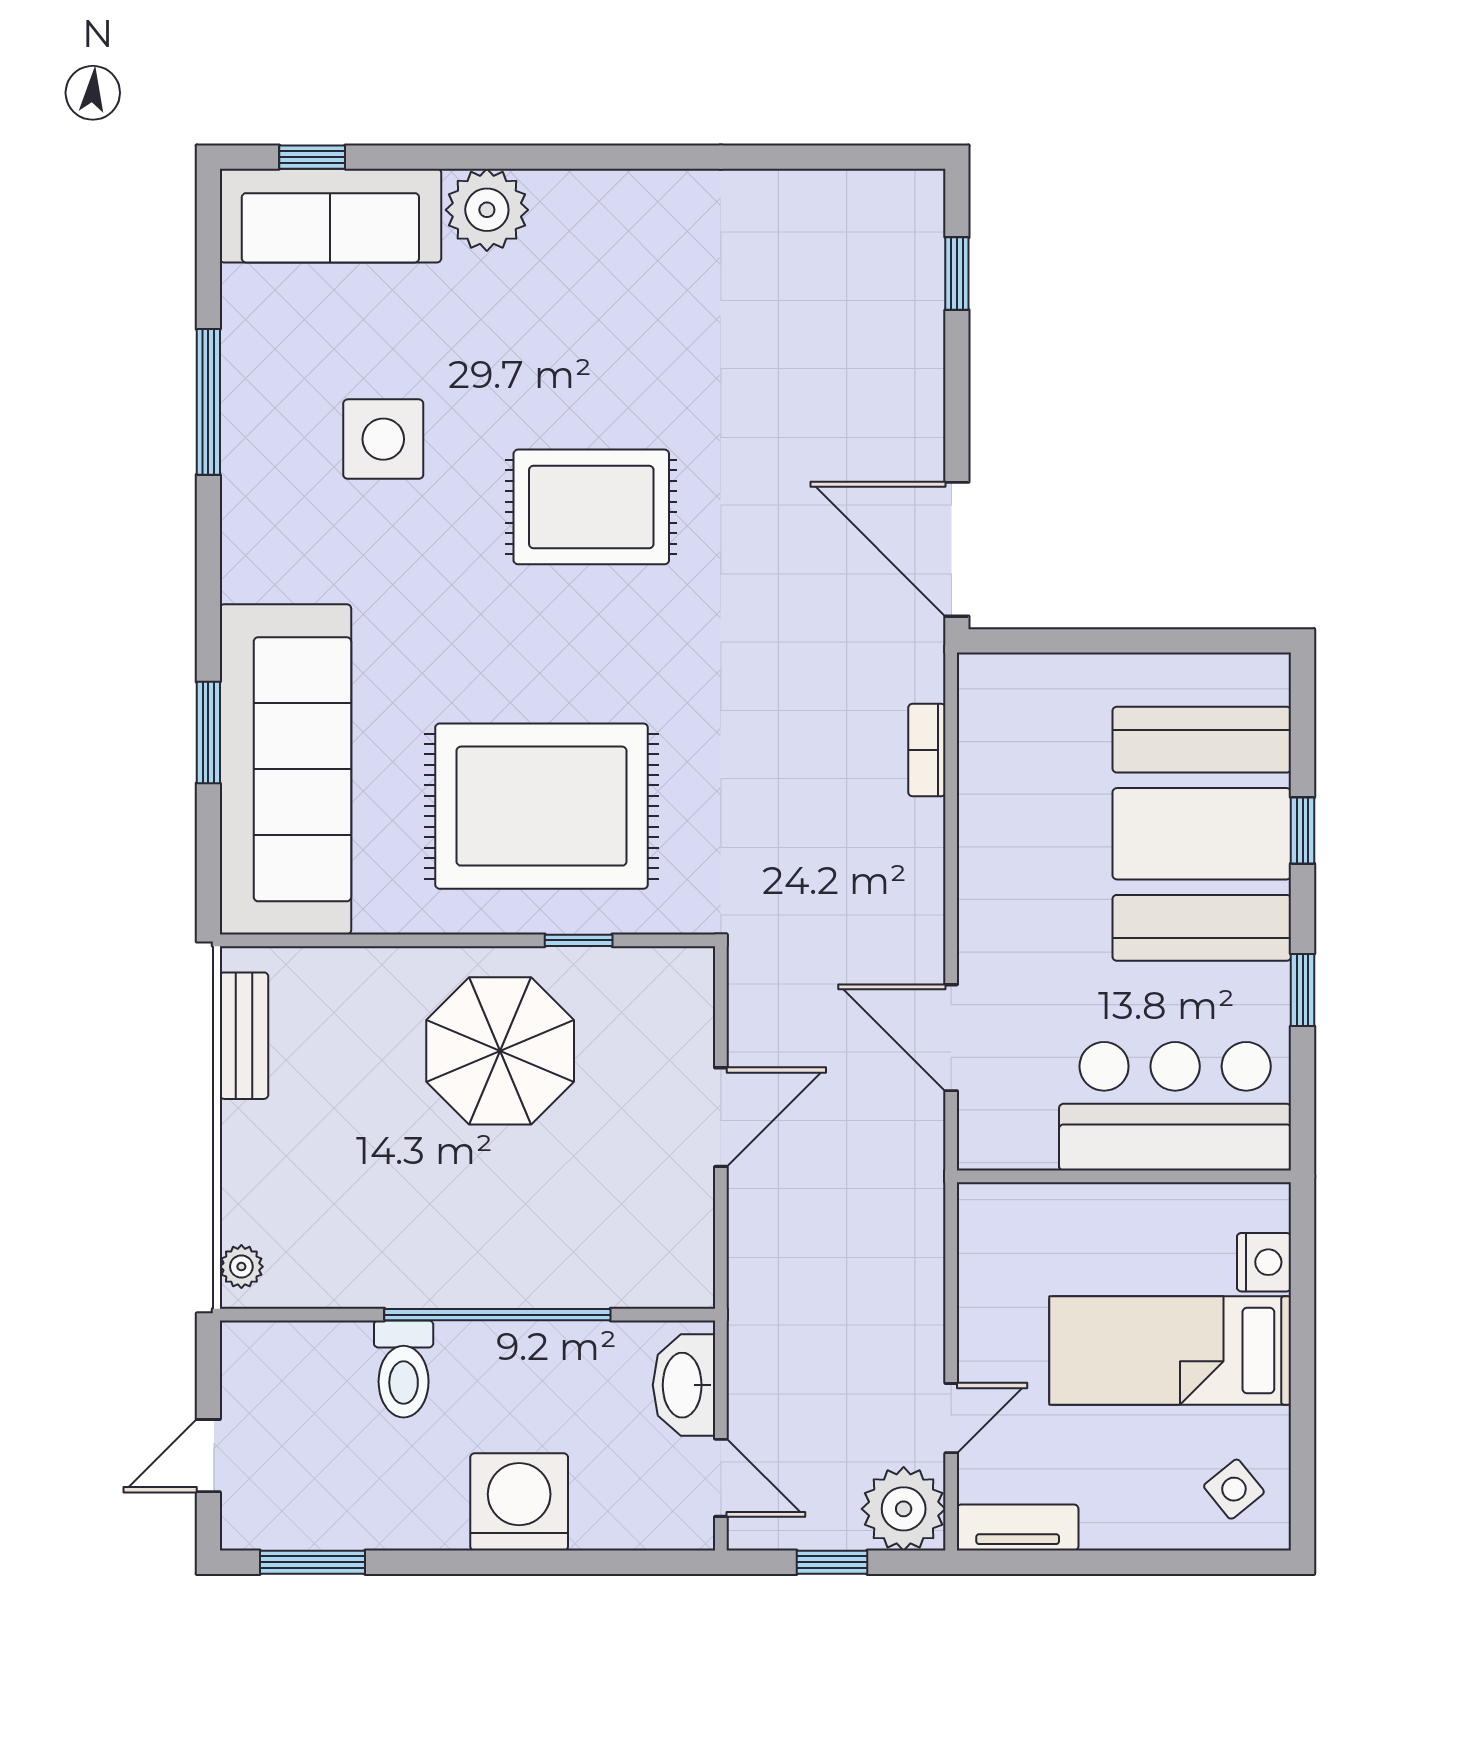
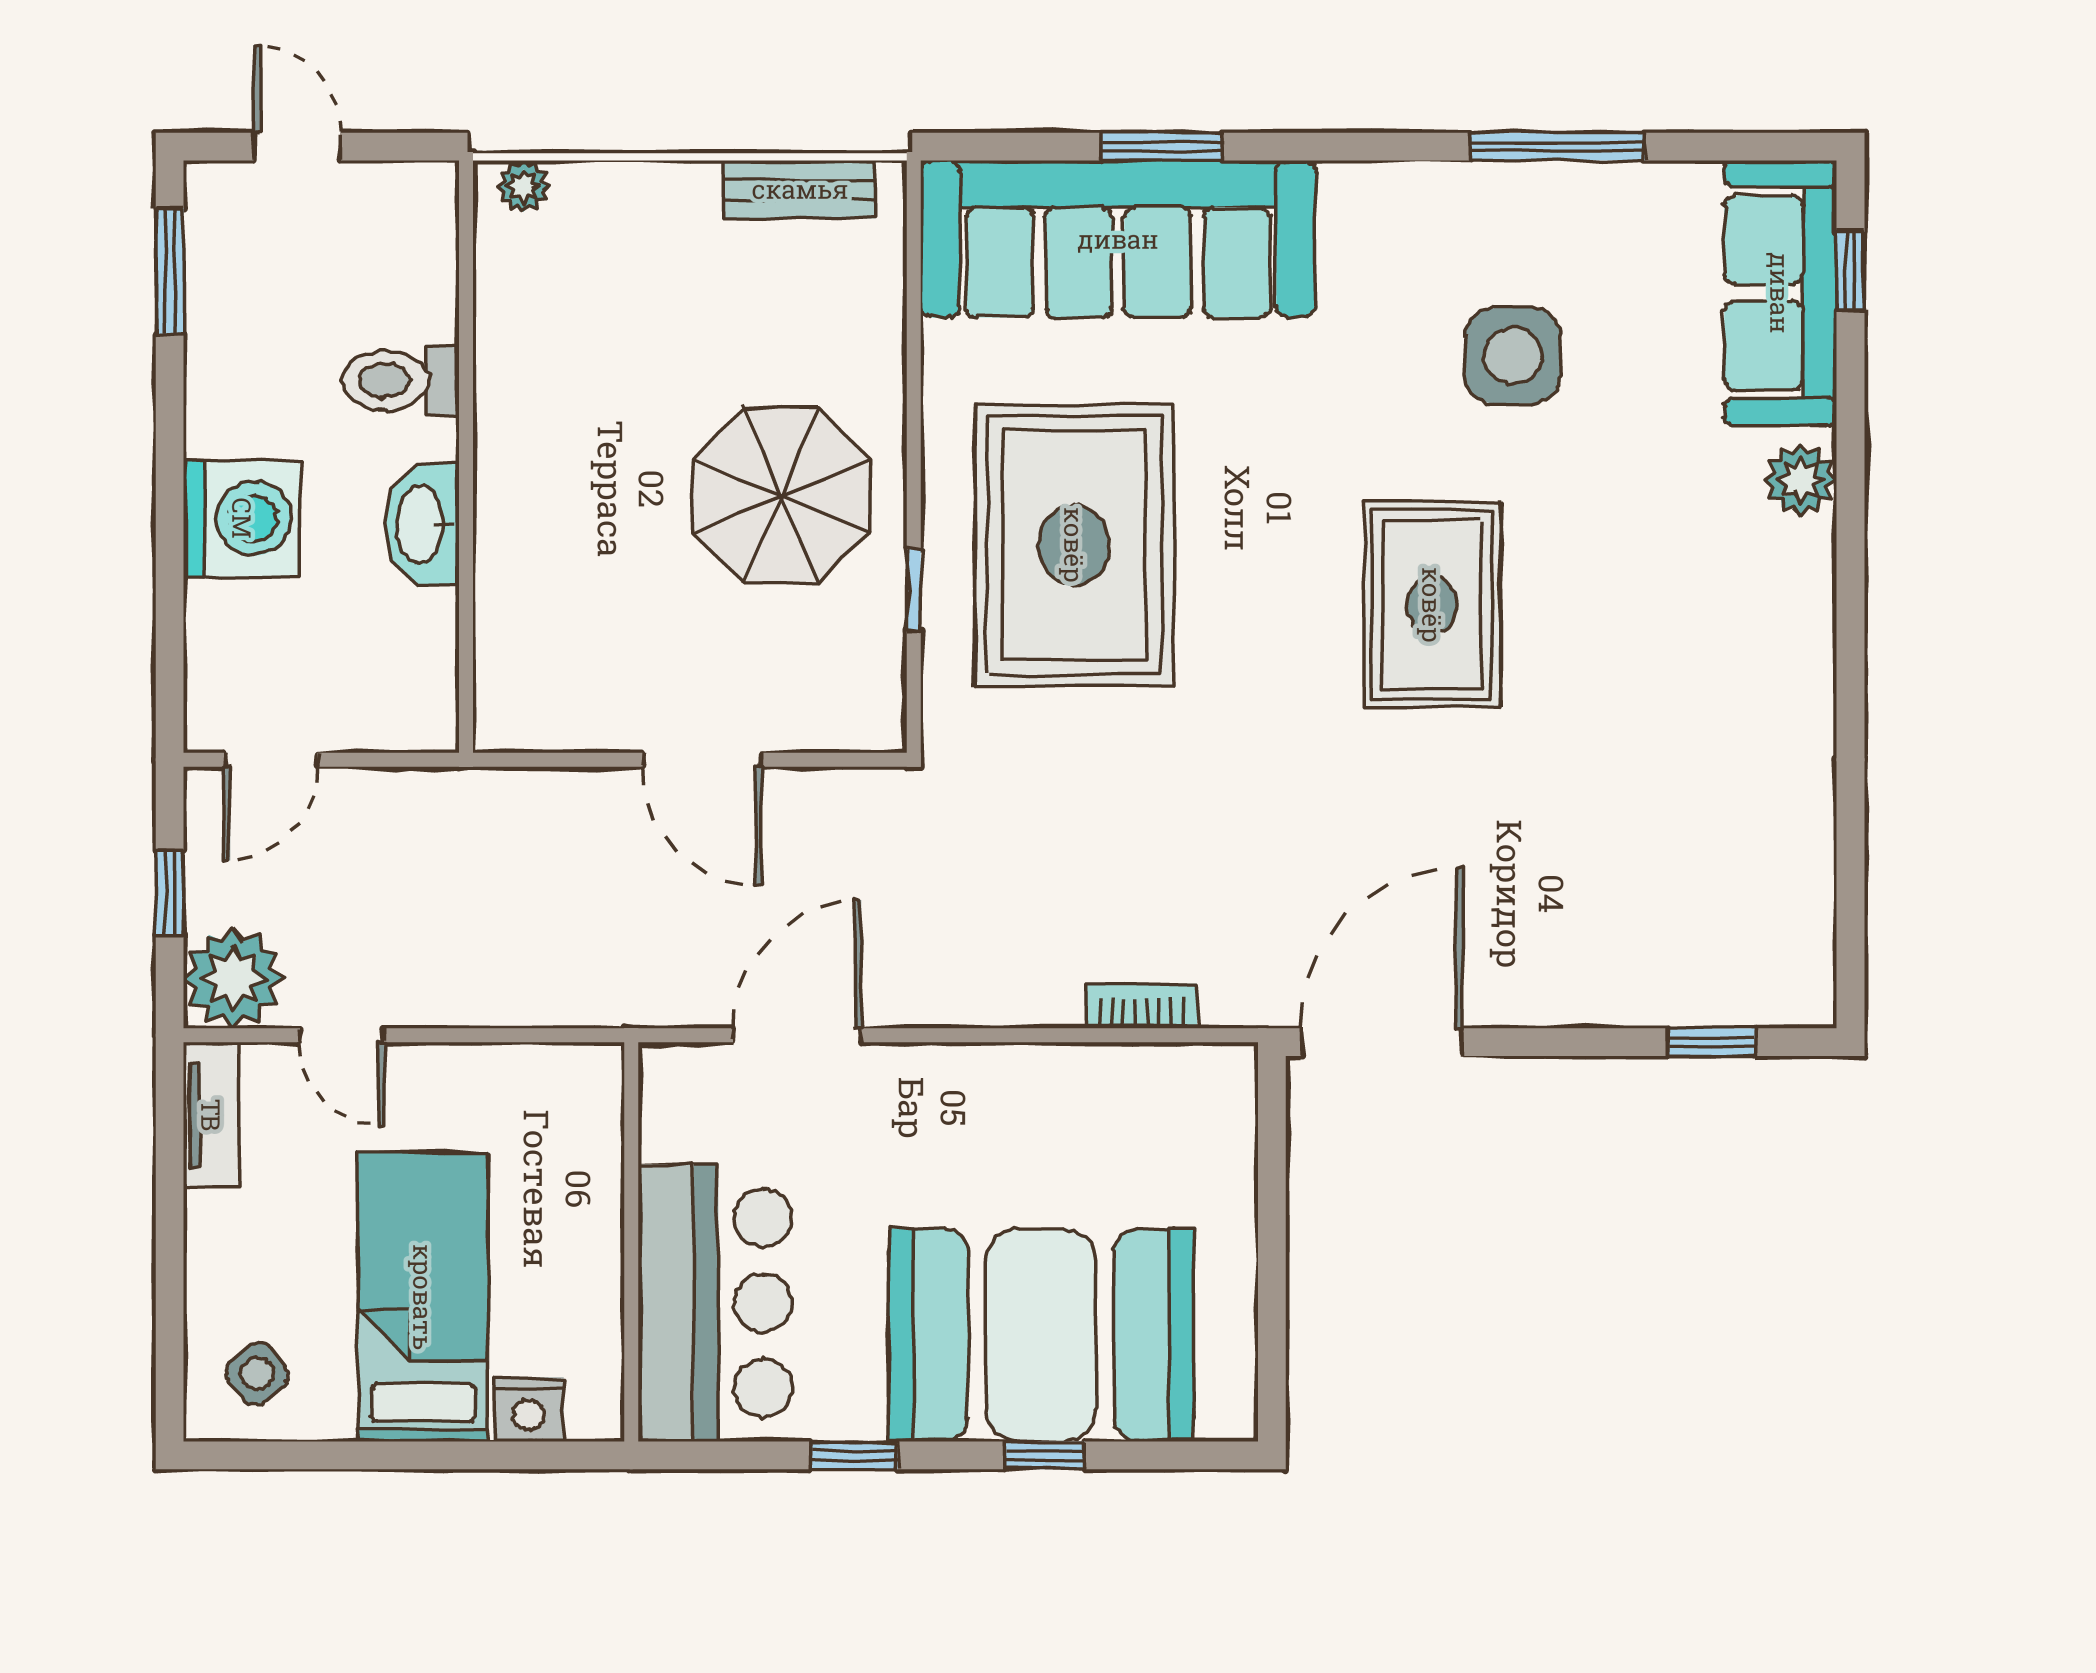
plant: (487, 210) -> (1801, 480), width x0.73, depth x0.73
window: (497, 1315) -> (466, 492), removed
washbasin: (684, 1385) -> (422, 524), moved, turned -90

